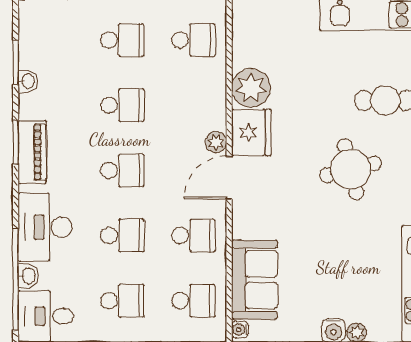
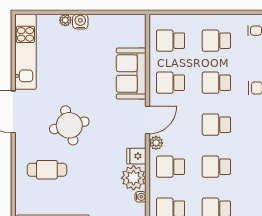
school desk: (193, 105) -> (171, 167), added
fridge: (251, 133) -> (136, 156), width x0.53, depth x0.75
sofa: (255, 280) -> (131, 74), moved
water cooler: (240, 330) -> (141, 197), moved

